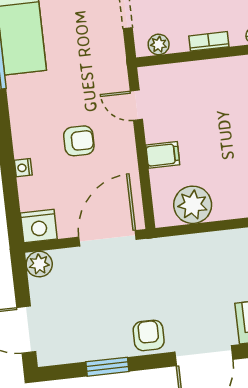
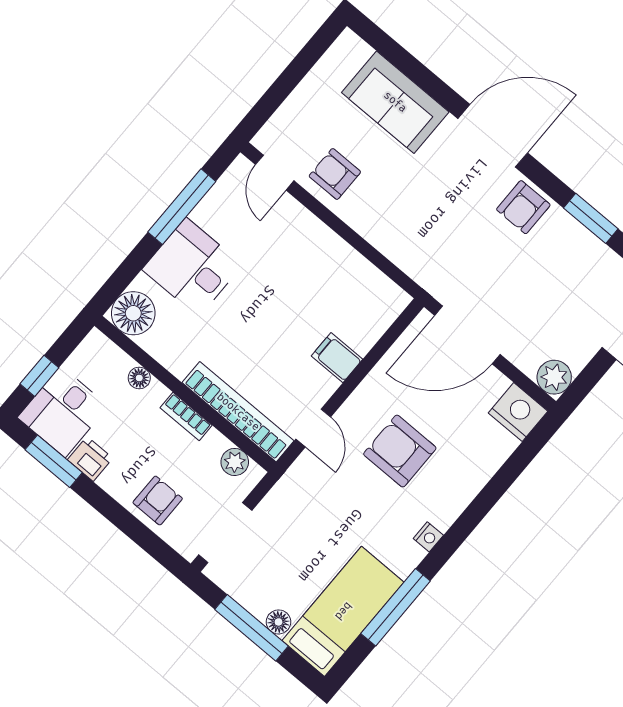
bookcase: (185, 72) -> (238, 412), added
armchair: (79, 141) -> (400, 451), width x1.38, depth x1.38
nightstand: (23, 168) -> (428, 537), moved
plant: (193, 205) -> (358, 284), removed

